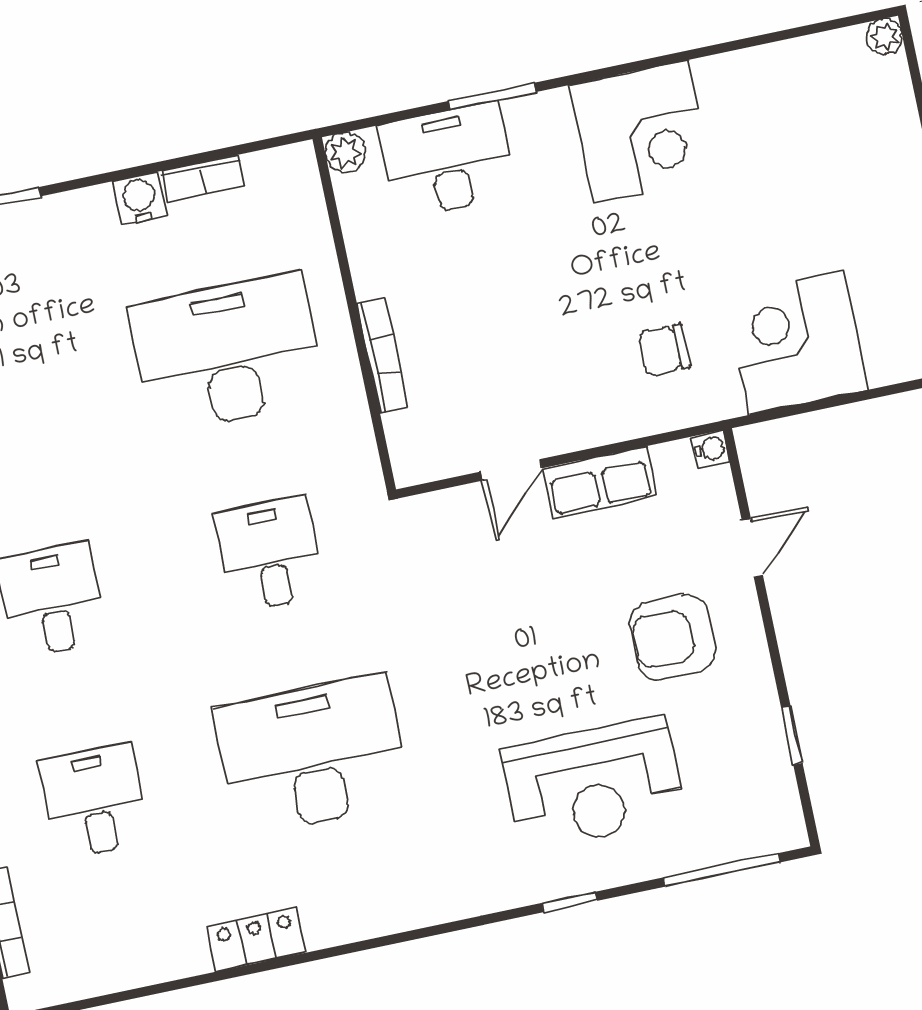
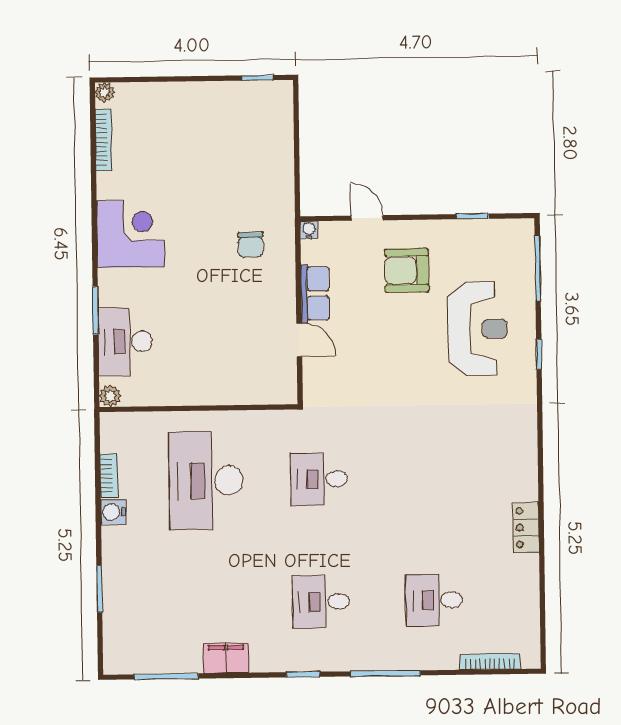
corner desk: (797, 343) -> (261, 172), removed
bookcase: (383, 356) -> (104, 140), moved, turned 90
armchair: (673, 637) -> (407, 270), turned 90
desk: (313, 755) -> (432, 478), removed

